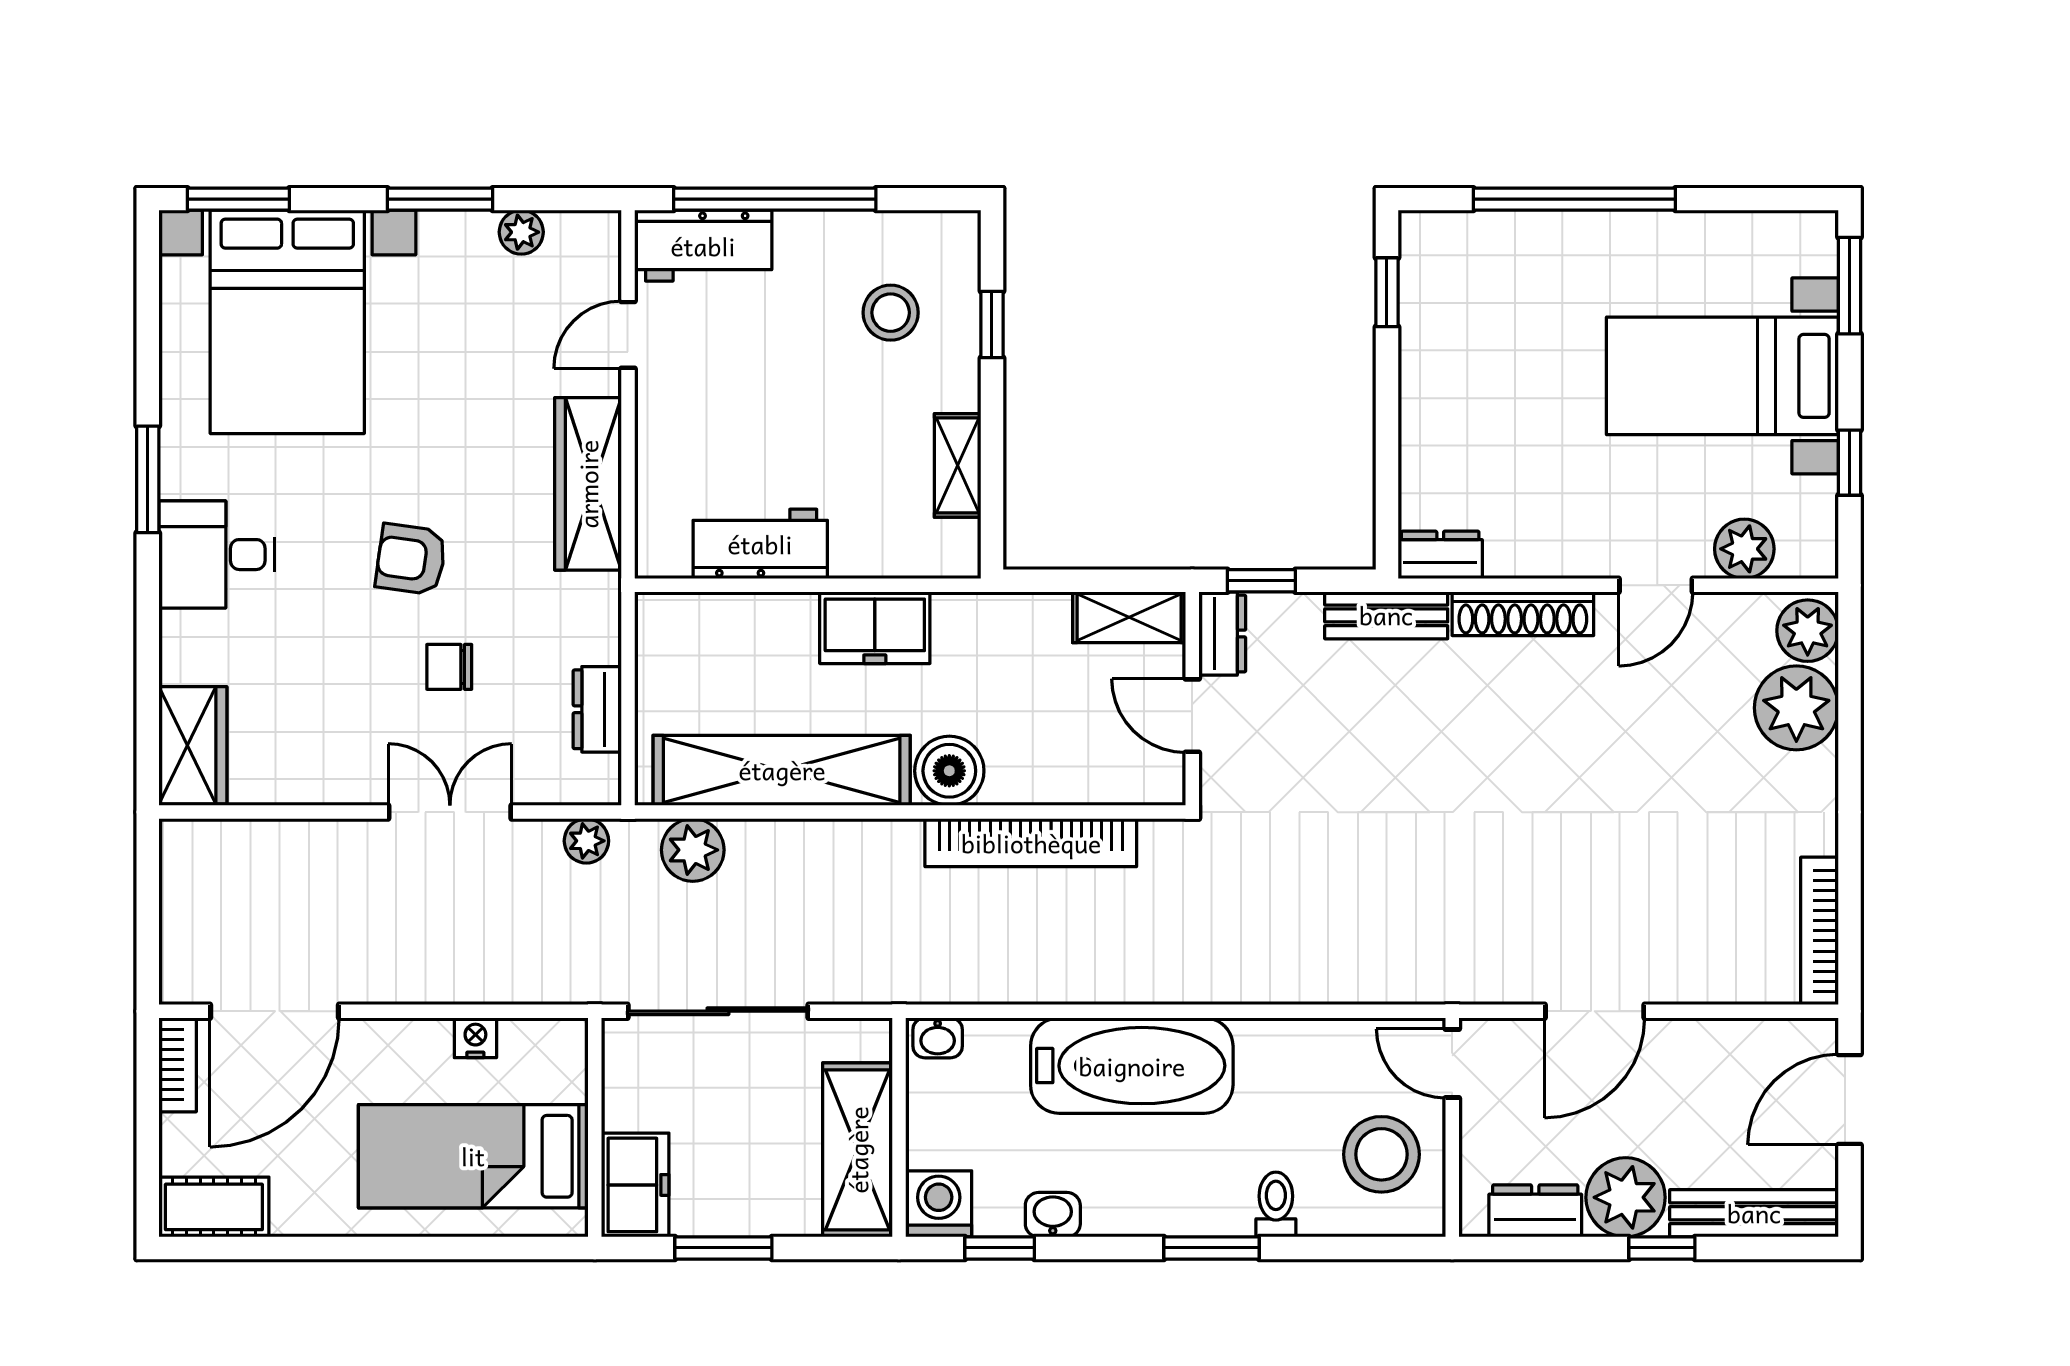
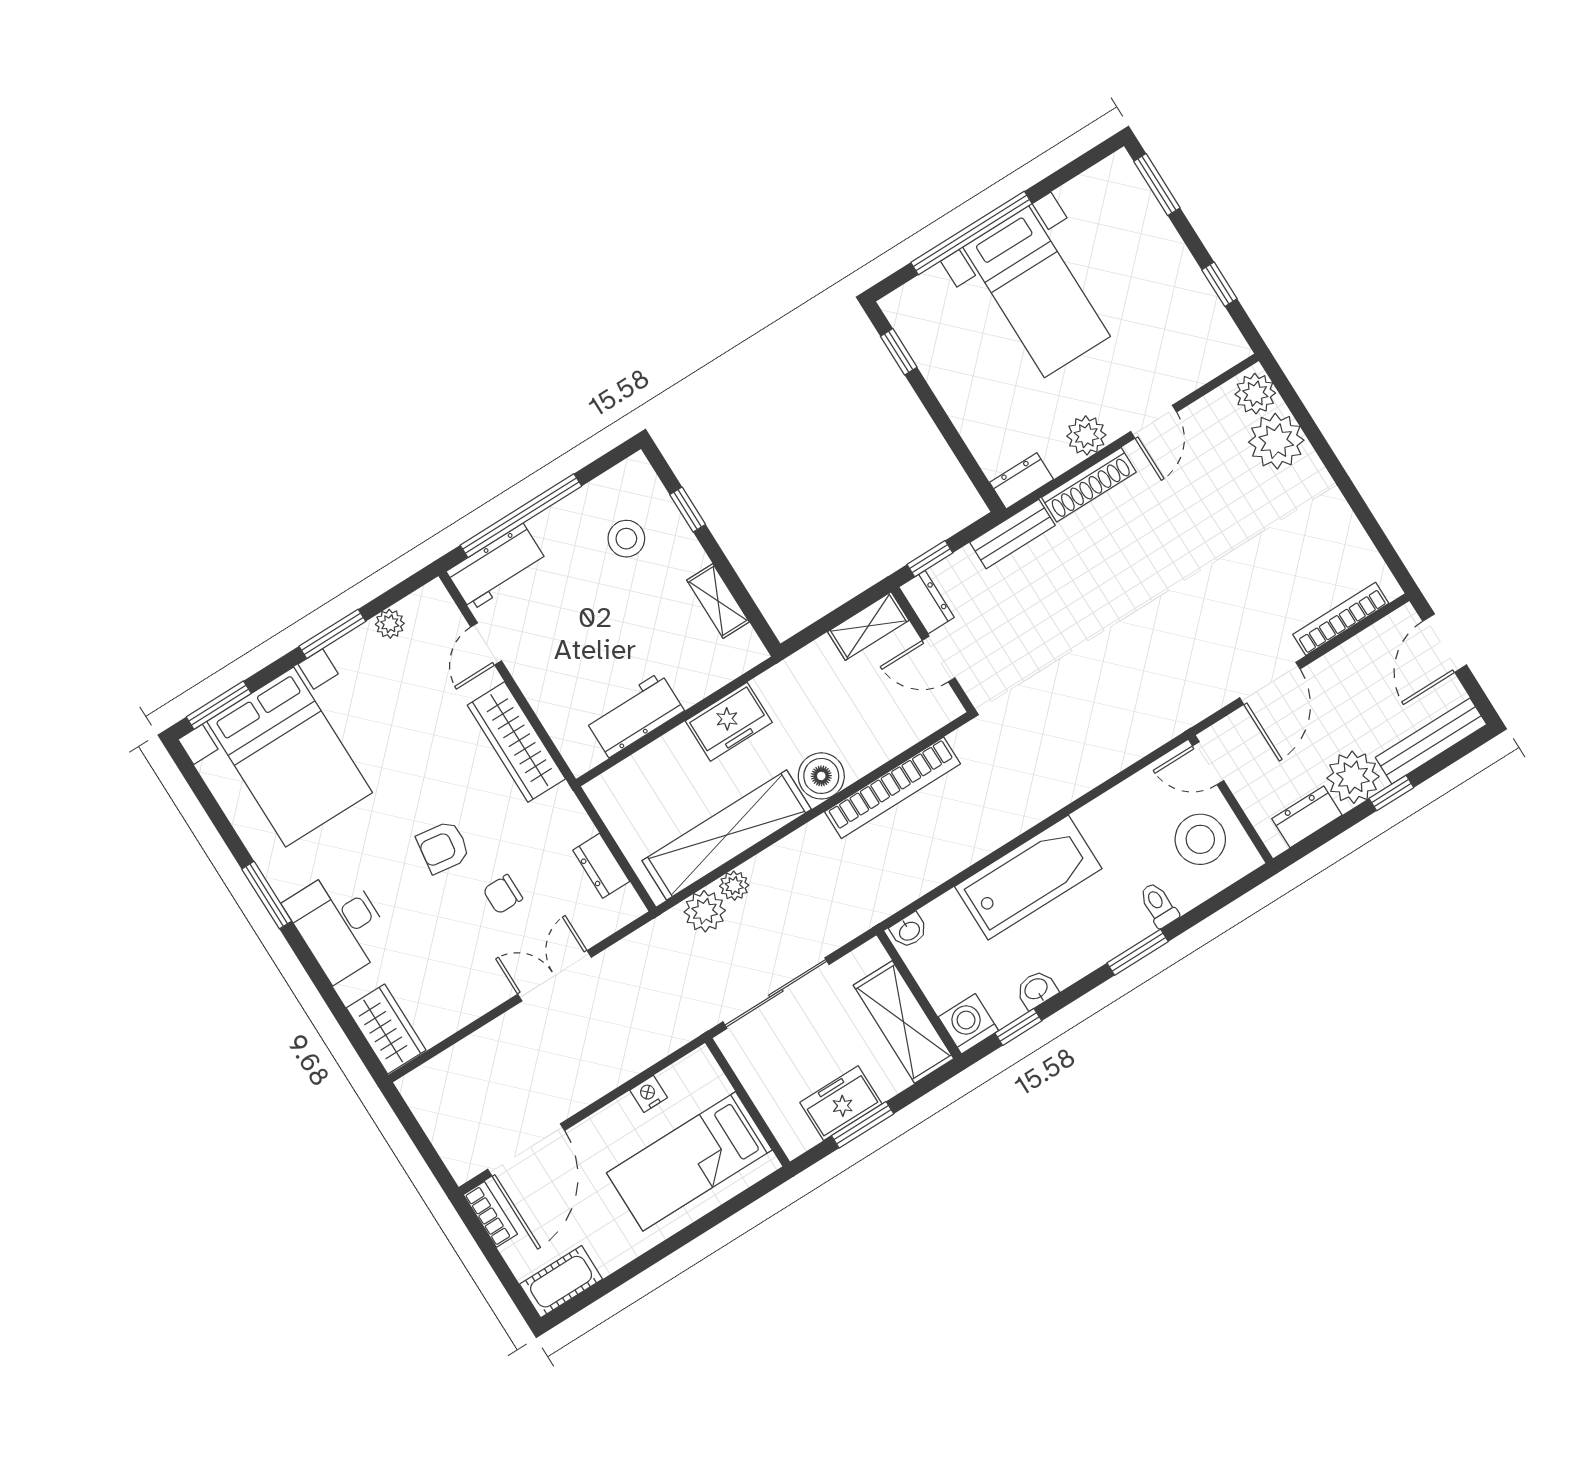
bed with nightstands: (1722, 376) -> (1037, 292), moved, turned -90
plant: (1744, 549) -> (1086, 435), moved
desk: (217, 555) -> (339, 924), width x1.37
plant: (586, 841) -> (734, 886), moved
bookcase: (1820, 931) -> (1341, 619), moved, turned 90
freezer: (635, 1185) -> (841, 1103), moved, turned -90

